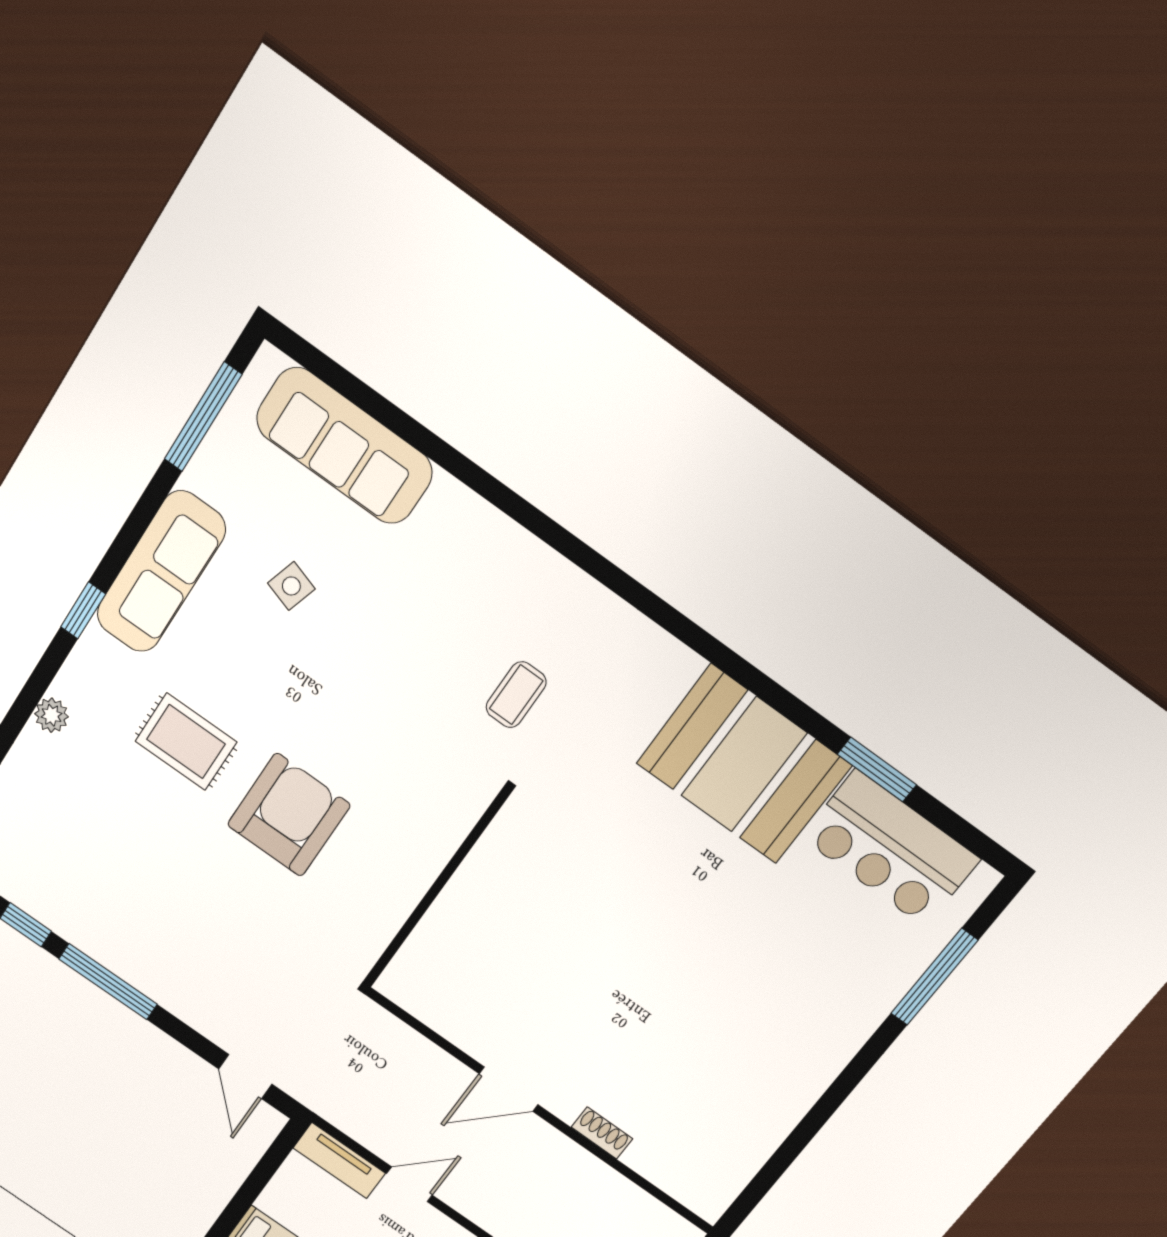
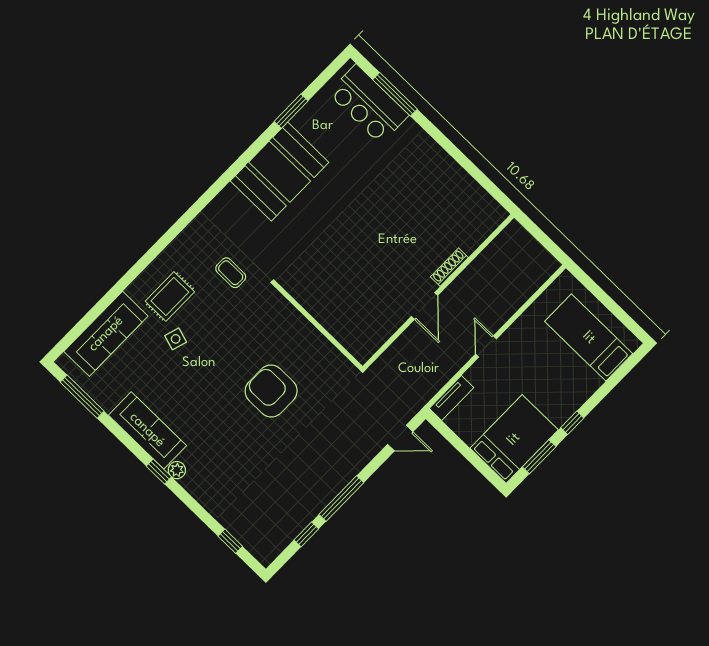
side table: (291, 586) -> (176, 339), moved
plant: (52, 715) -> (177, 470), moved
rug: (186, 742) -> (170, 296), moved
bar counter: (890, 848) -> (368, 104), moved, turned 90
shoe rack: (602, 1133) -> (449, 267), width x1.43
door: (409, 1184) -> (486, 347), moved

